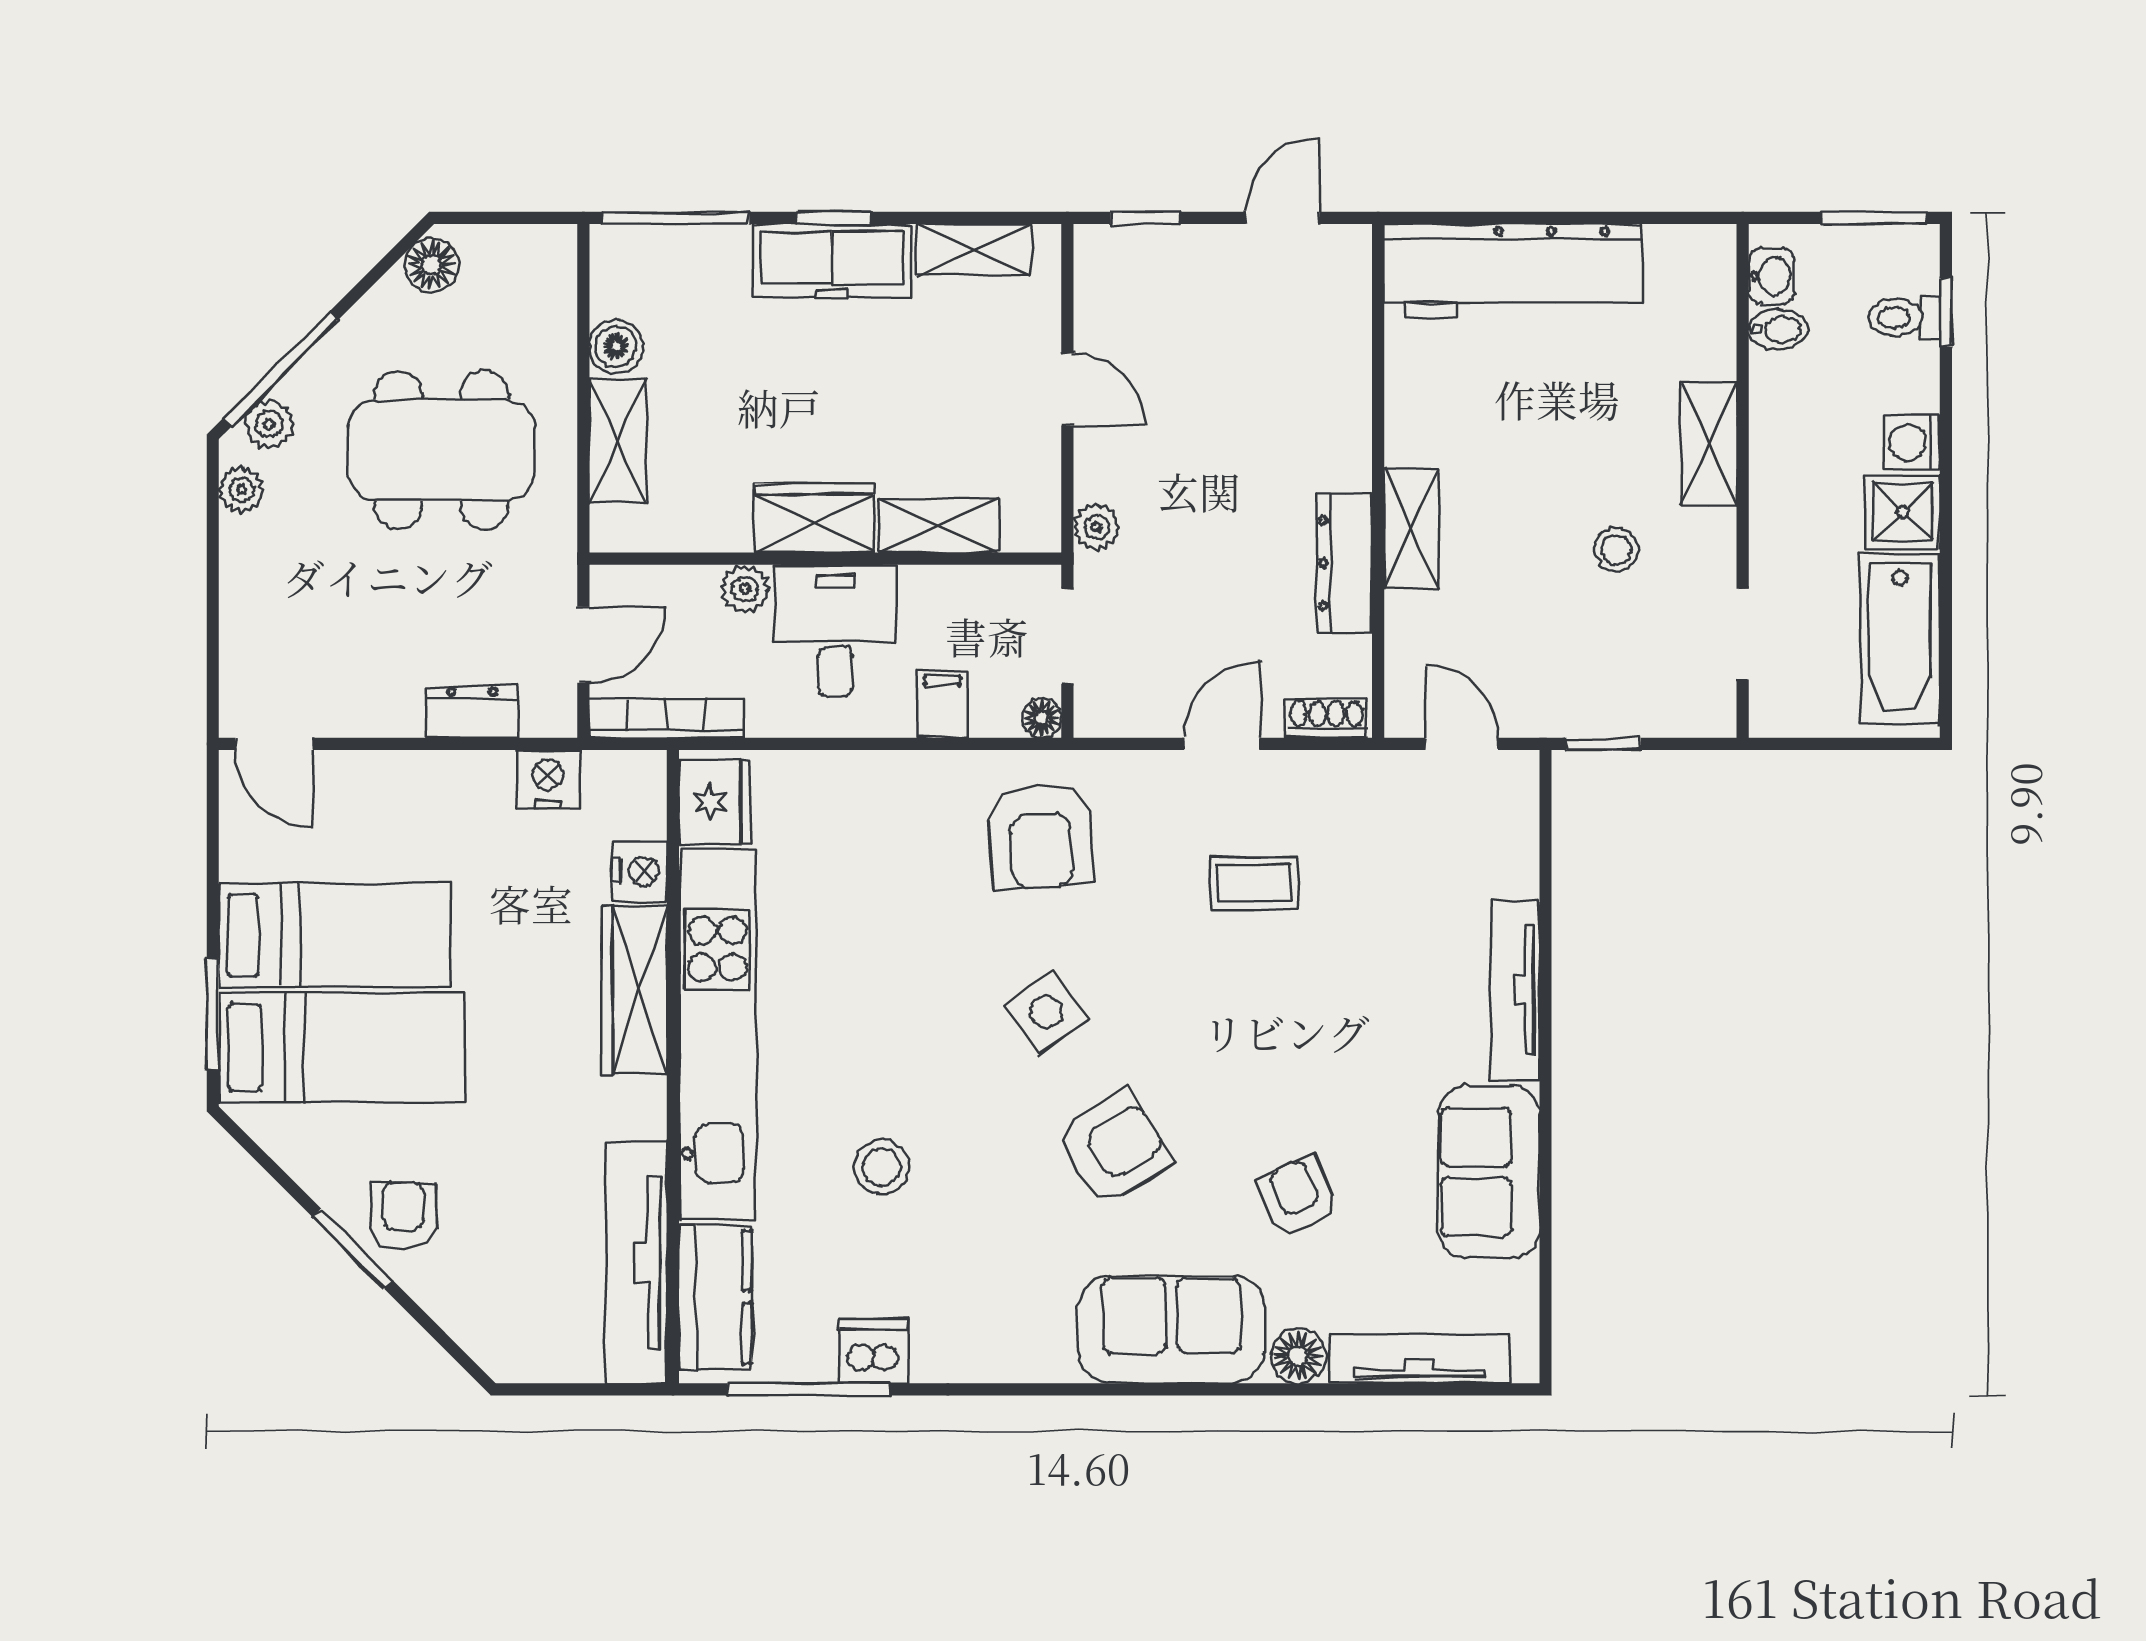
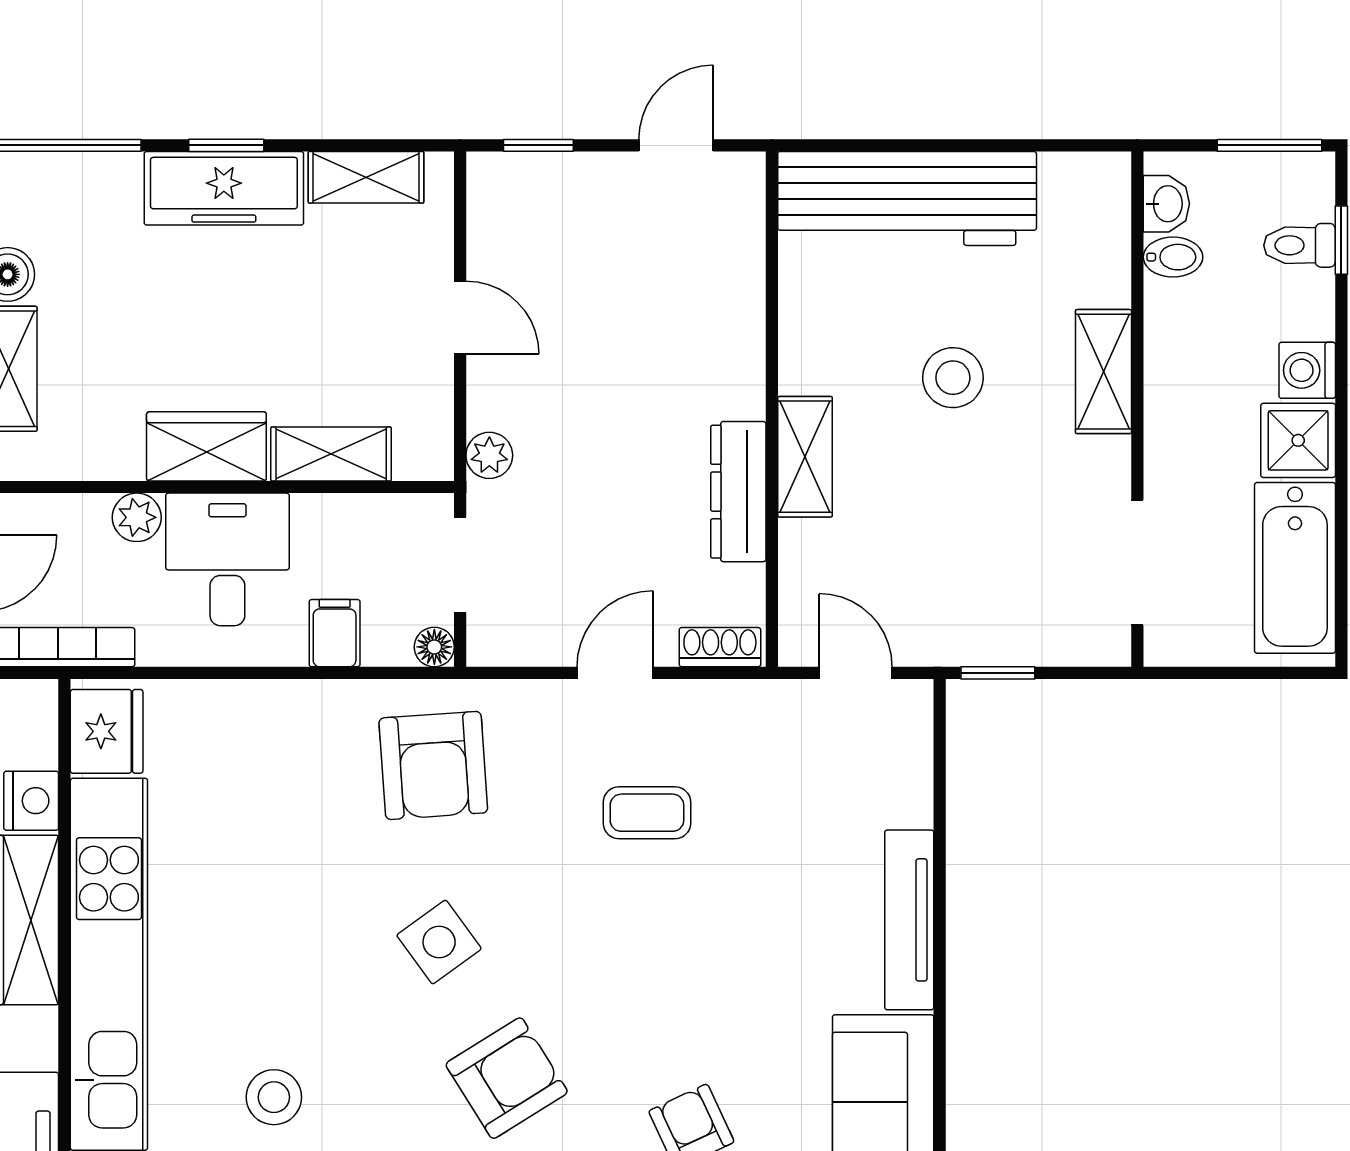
stool: (1616, 550) -> (953, 378), moved, width x1.37, depth x1.37
doorway: (1743, 634) -> (1137, 563), width x1.38

